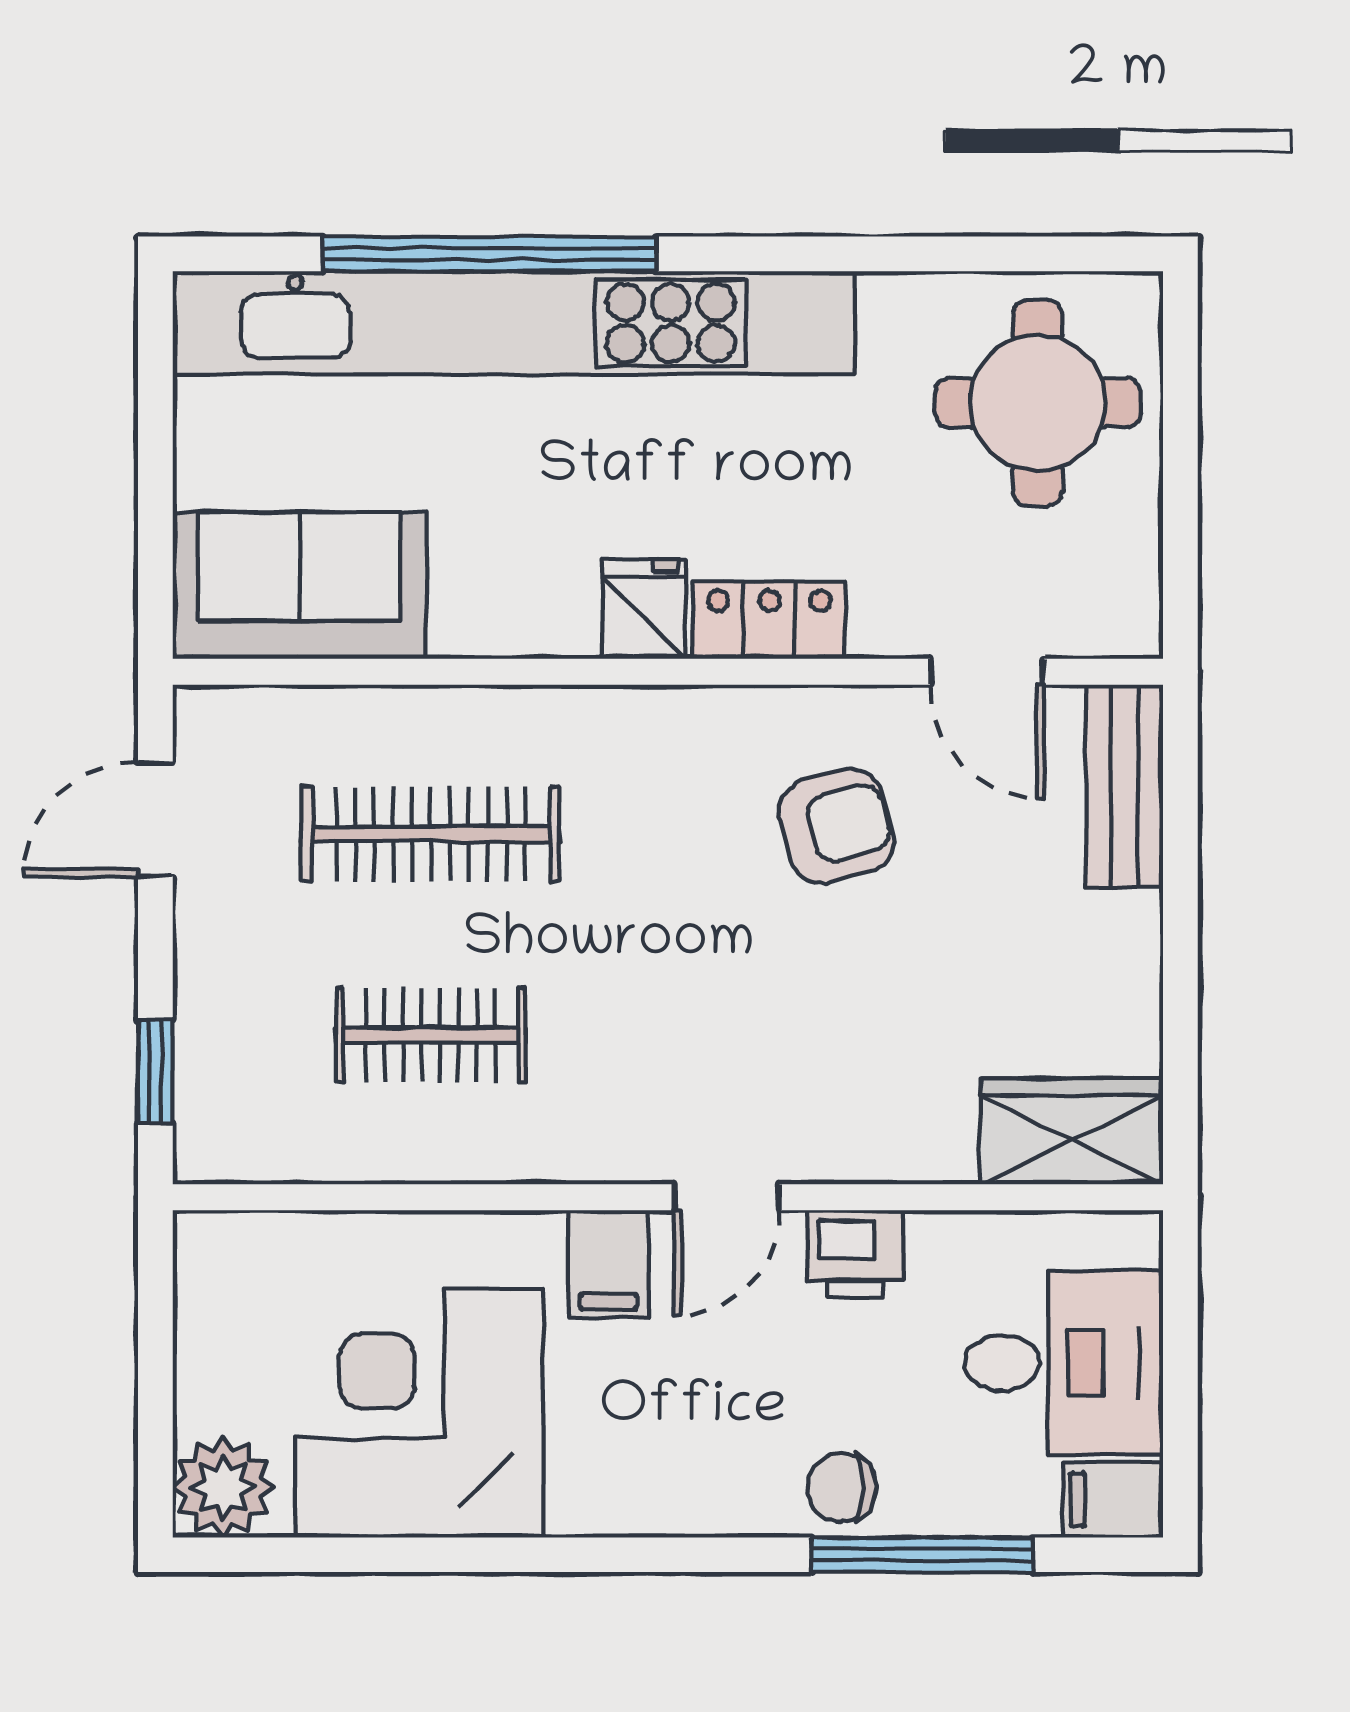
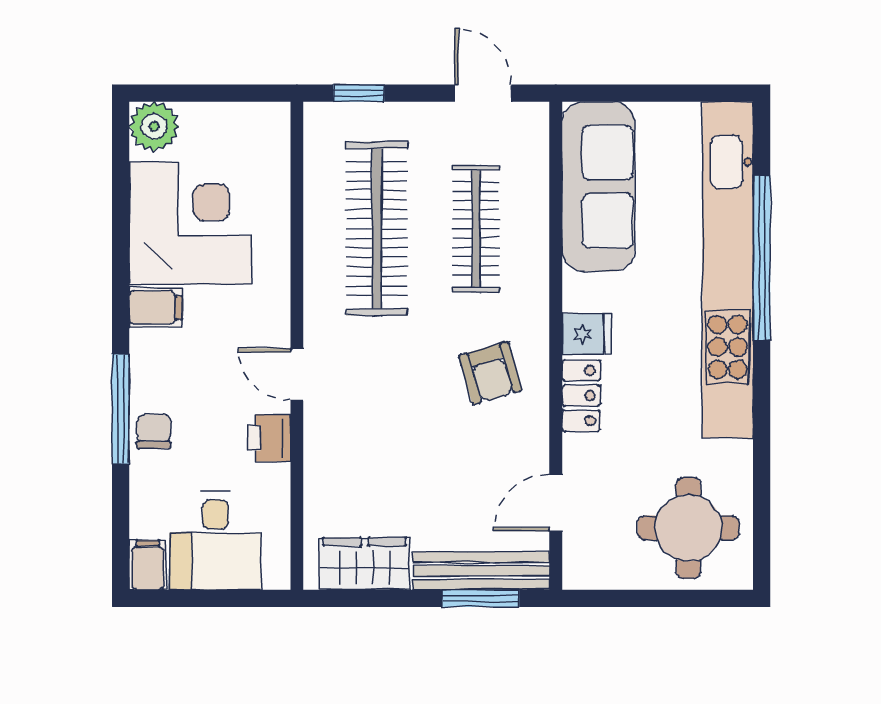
sofa: (299, 586) -> (598, 187), width x1.36
bench: (1125, 786) -> (481, 571), width x1.36
window: (1180, 824) -> (481, 598), added
armchair: (836, 826) -> (490, 373), moved
clothes rail: (431, 1035) -> (377, 229), width x1.86, depth x1.31
wardrobe: (1072, 1131) -> (365, 564), moved, turned -90
filing cabinet: (609, 1264) -> (156, 308), moved, turned 180
window: (922, 1555) -> (121, 409), moved

